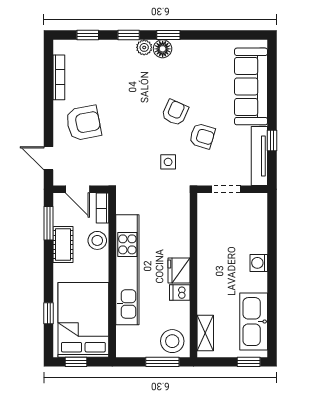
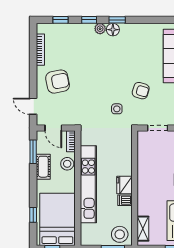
armchair: (175, 113) -> (122, 74), removed

